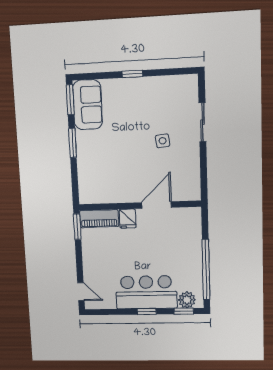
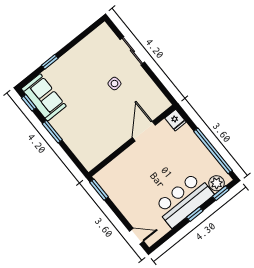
window: (132, 74) -> (50, 62), moved
window: (70, 100) -> (29, 103), width x0.67
piano: (99, 219) -> (110, 172), removed
fridge: (128, 219) -> (176, 120), moved

